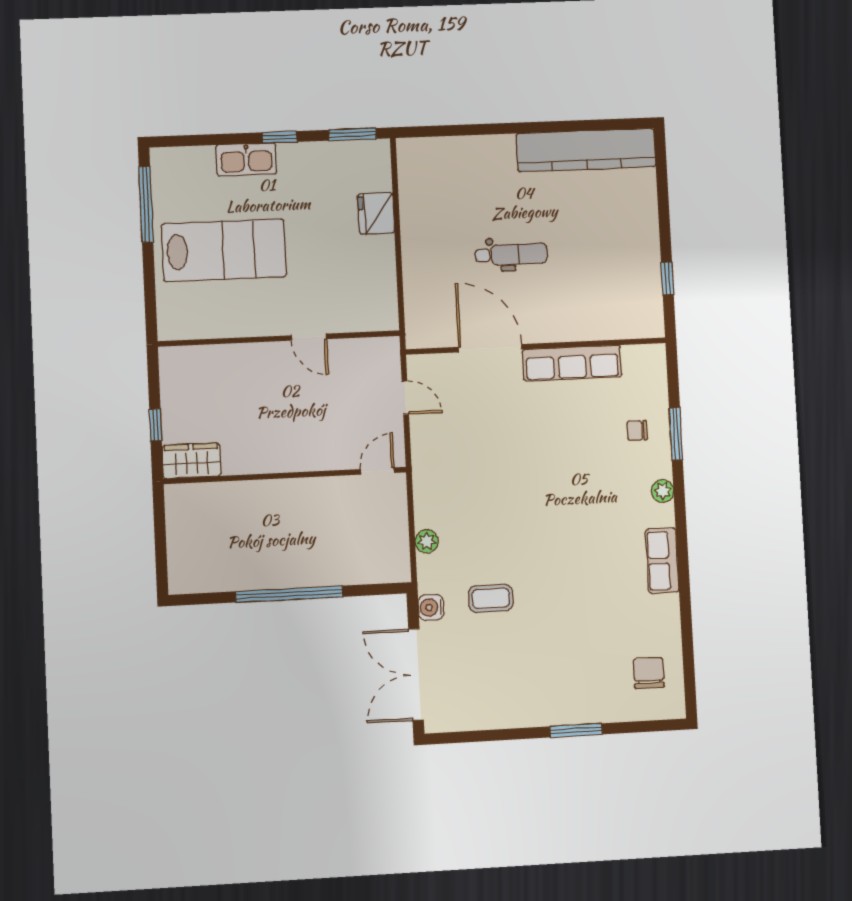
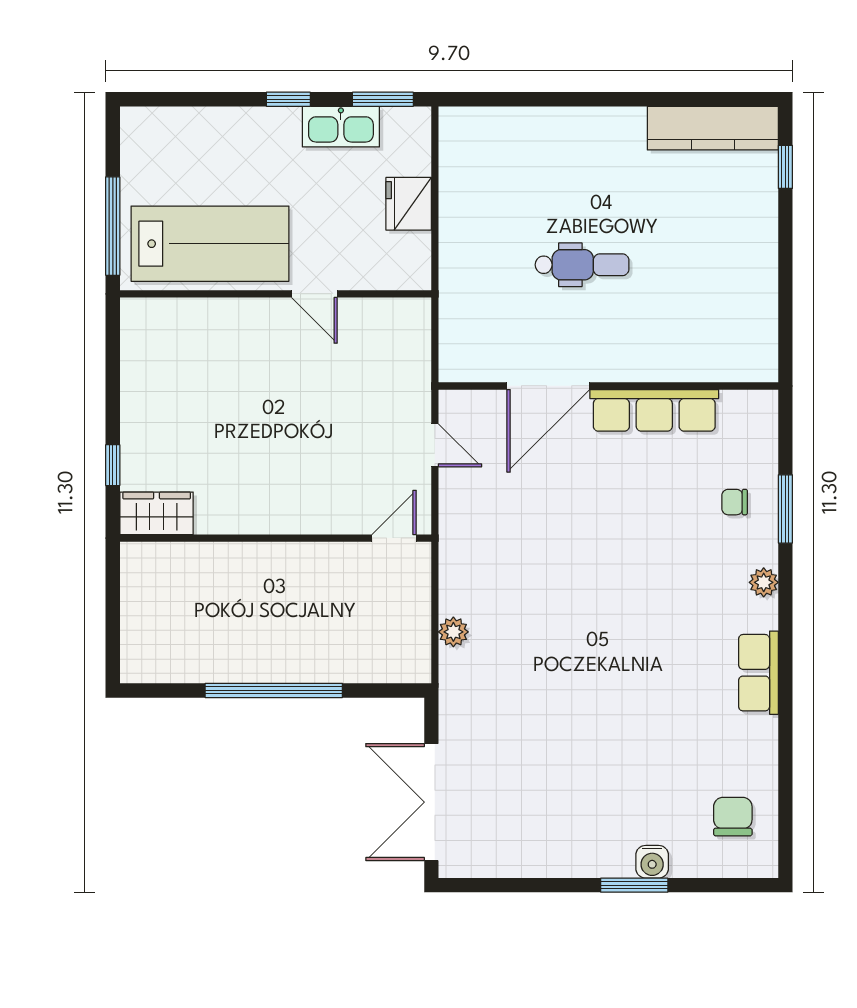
kitchen counter: (586, 150) -> (713, 128), width x0.72, depth x0.86
kitchen sink: (246, 159) -> (341, 127), moved
window: (146, 204) -> (113, 226), moved
window: (667, 279) -> (785, 167), moved
door: (309, 337) -> (314, 294), moved
wall: (279, 339) -> (276, 294), moved
door: (490, 348) -> (548, 386), swing flipped
coffee table: (491, 598) -> (533, 710), removed
water cooler: (431, 607) -> (652, 862), moved, turned -90

